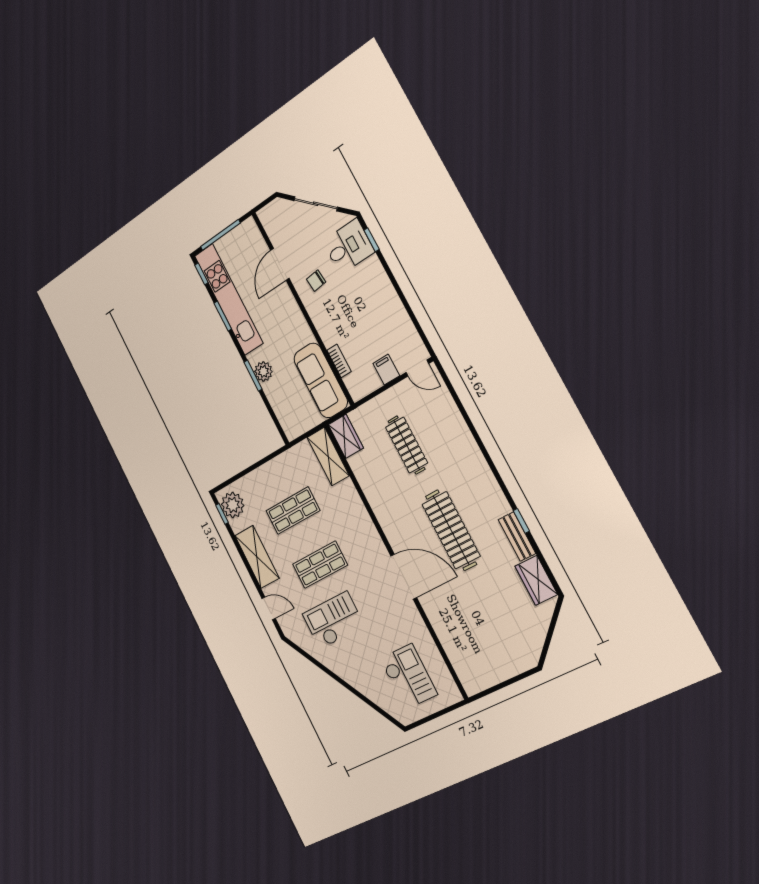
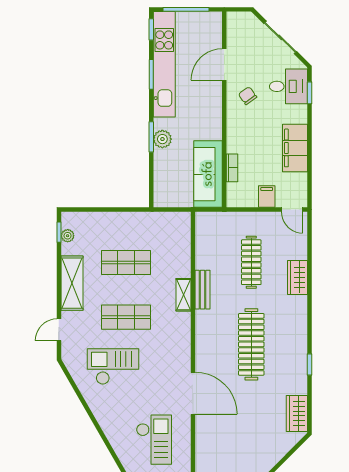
chair: (316, 281) -> (248, 96), turned 60
filing cabinet: (387, 304) -> (295, 148), added
wardrobe: (346, 436) -> (298, 277), moved, turned 180
shelving: (328, 456) -> (184, 295), moved, width x0.67, depth x0.75
plant: (233, 505) -> (68, 236), width x0.53, depth x0.53
bench: (517, 536) -> (203, 290), moved
door: (404, 577) -> (193, 393), moved
door: (269, 608) -> (59, 330), swing flipped

